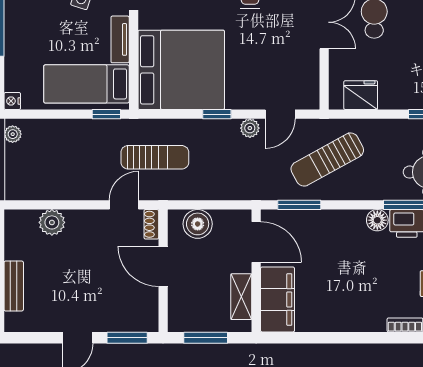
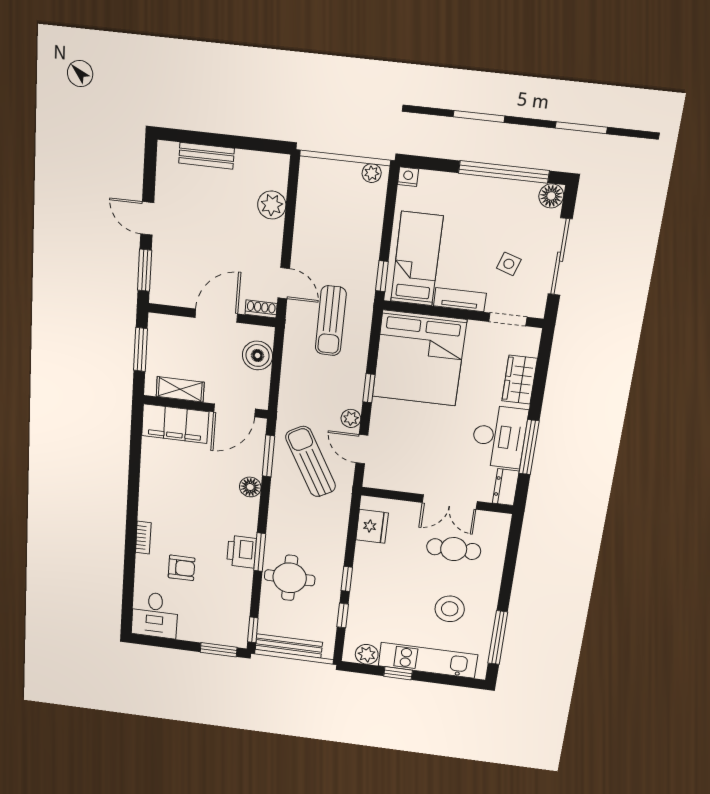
sun lounger: (327, 160) -> (311, 462), moved
floor lamp: (377, 220) -> (250, 487), moved

